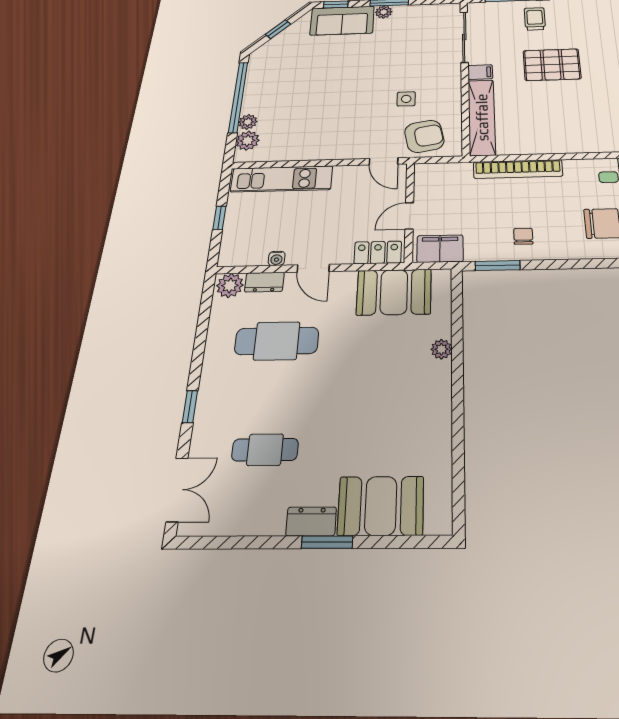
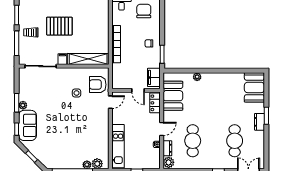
pallet: (552, 65) -> (59, 26), turned 90
armchair: (424, 136) -> (98, 85), turned -79
cafe table: (265, 450) -> (235, 141), width x1.37, depth x1.35
booth: (381, 506) -> (254, 87), moved

